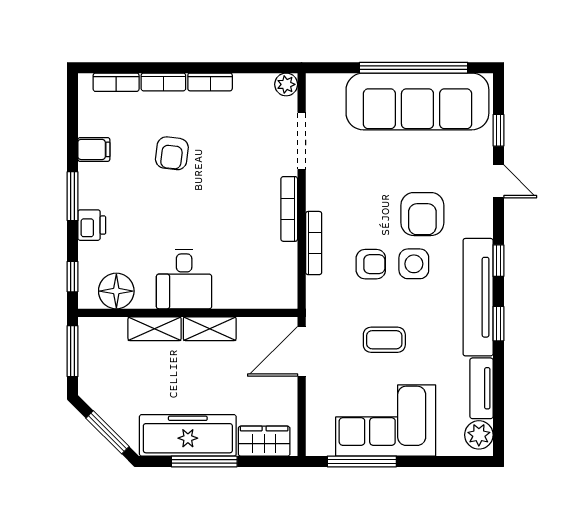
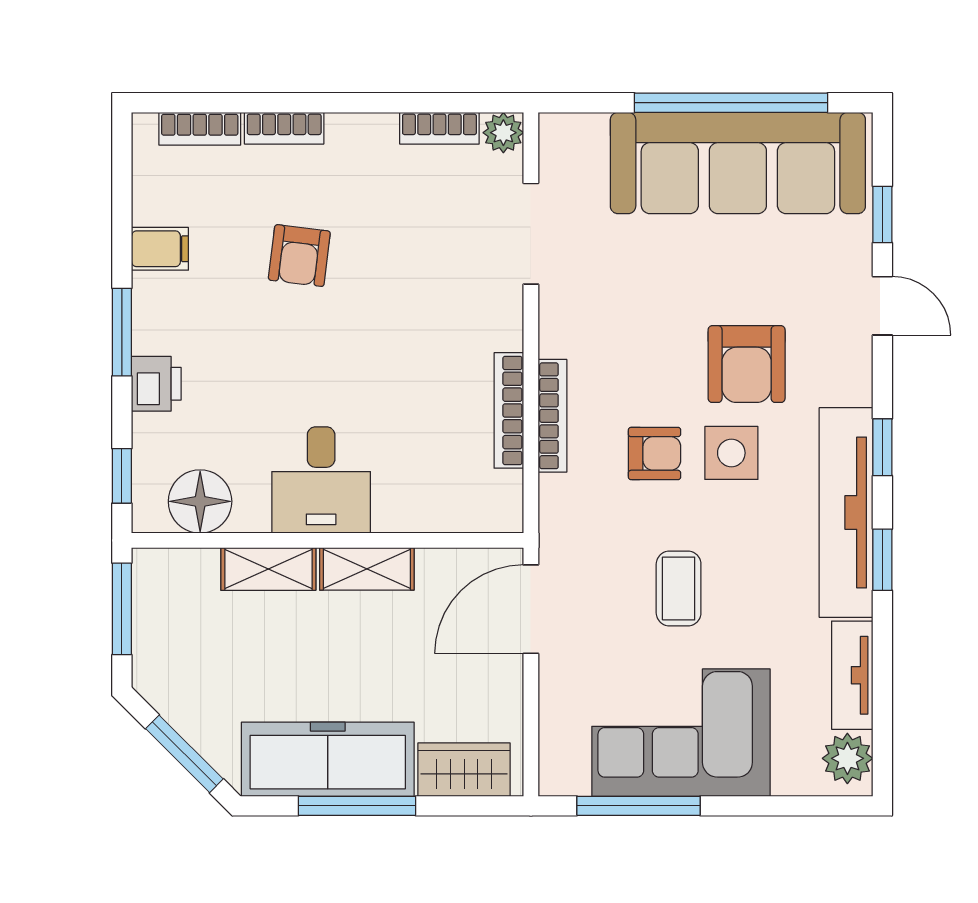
bookcase: (210, 82) -> (439, 128), moved
bookcase: (289, 209) -> (509, 410), moved
coffee table: (384, 340) -> (679, 589), turned 90

